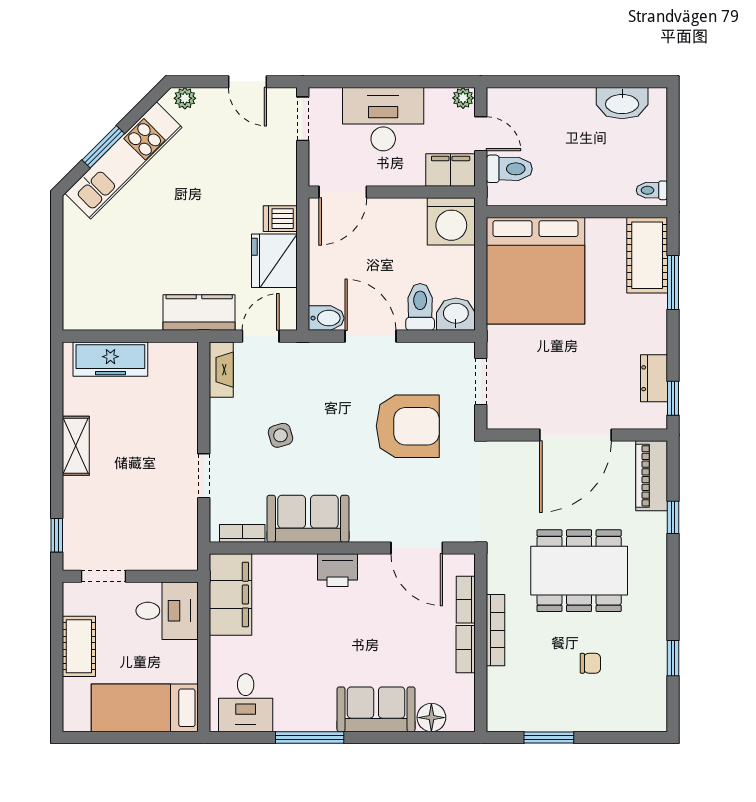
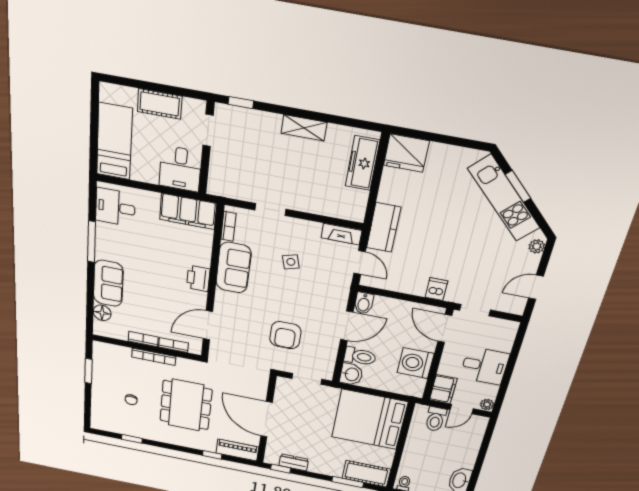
doorway: (303, 119) -> (475, 310), moved
desk: (383, 119) -> (485, 366), width x0.73
washing machine: (451, 221) -> (416, 363), moved
fridge: (274, 261) -> (406, 153), moved, turned 180
armchair: (408, 426) -> (285, 335), width x0.73, depth x0.73

